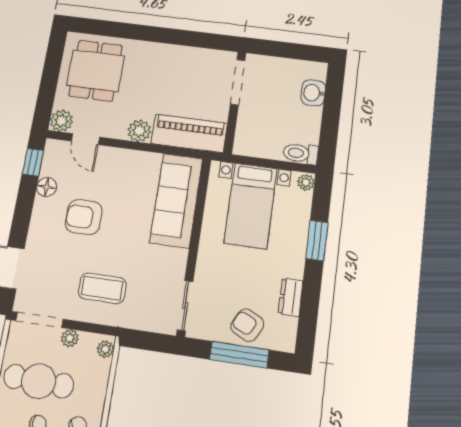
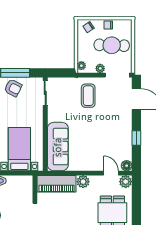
window: (33, 162) -> (136, 138), moved
floor lamp: (47, 187) -> (127, 166), moved
armchair: (84, 217) -> (104, 131), removed
coffee table: (102, 288) -> (88, 96), turned 90

